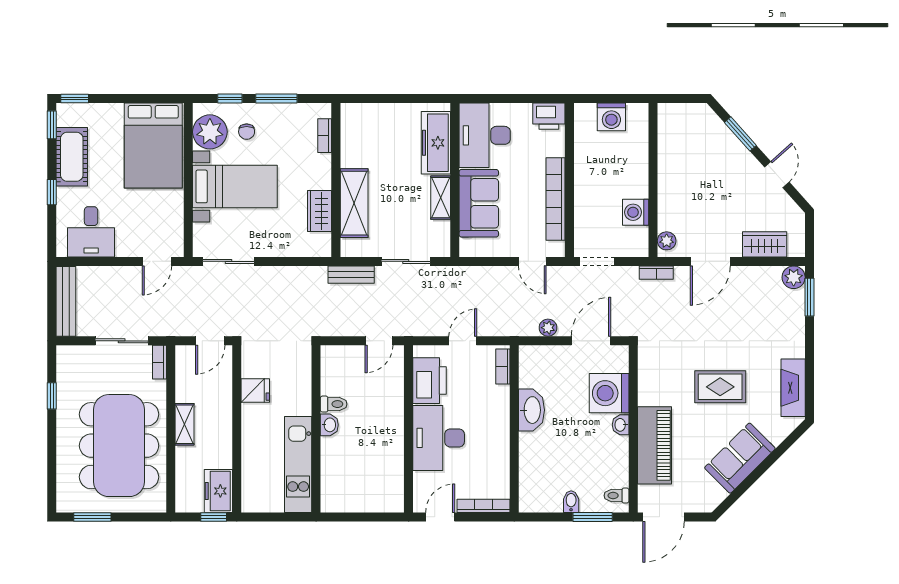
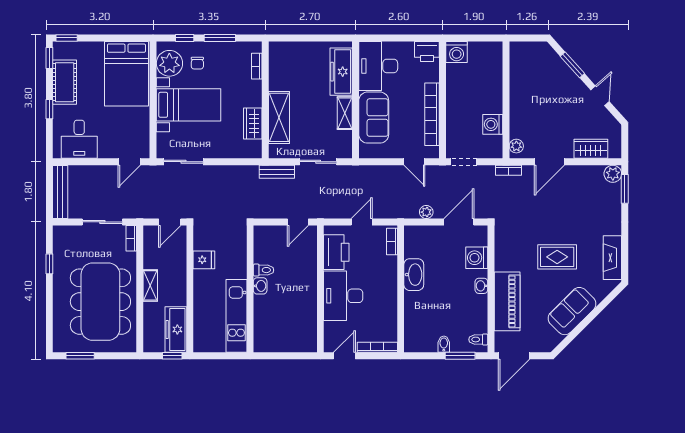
washing machine: (611, 117) -> (457, 52), moved
washing machine: (609, 393) -> (477, 258), width x0.73, depth x0.73
freezer: (218, 491) -> (176, 329), width x1.40

